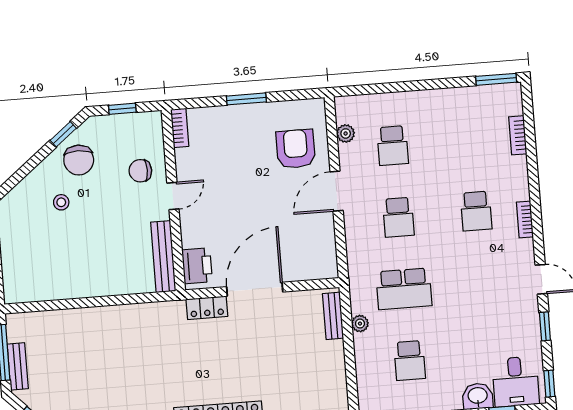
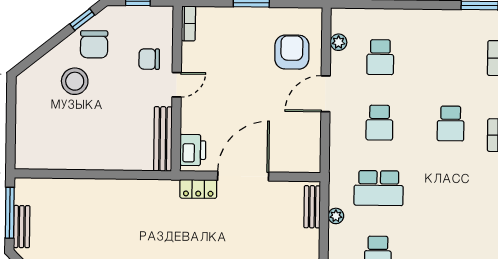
stool: (61, 202) -> (75, 81), width x1.89, depth x1.89

